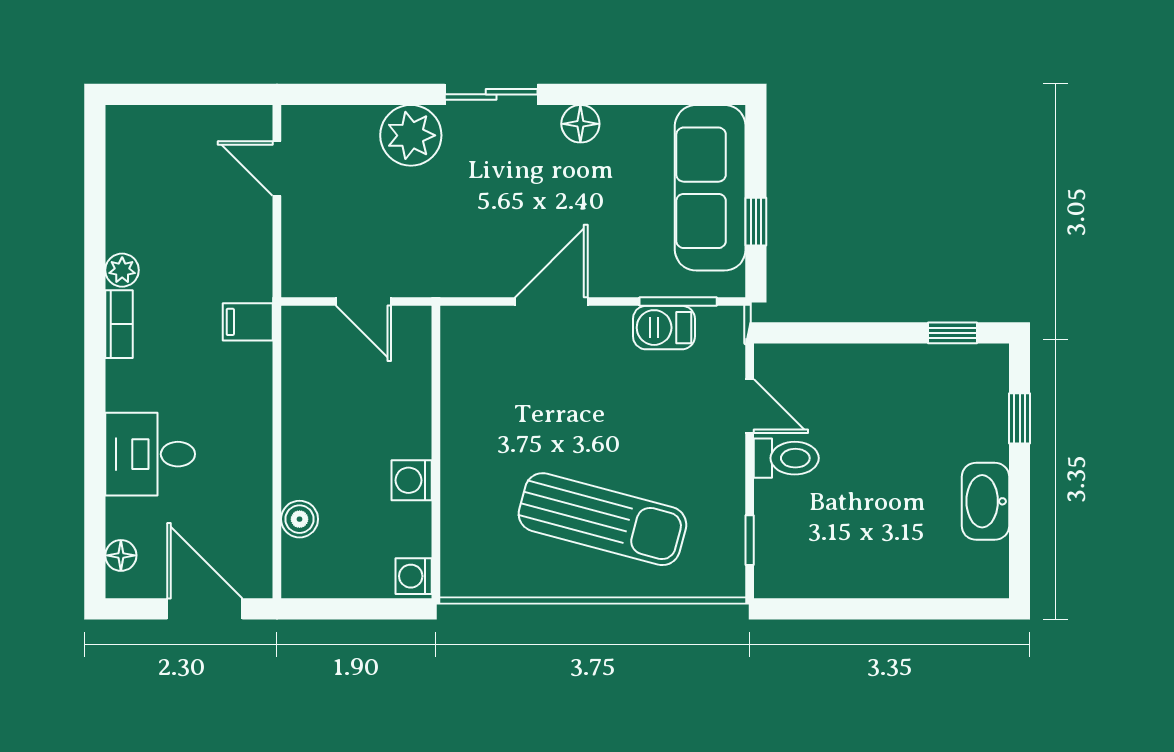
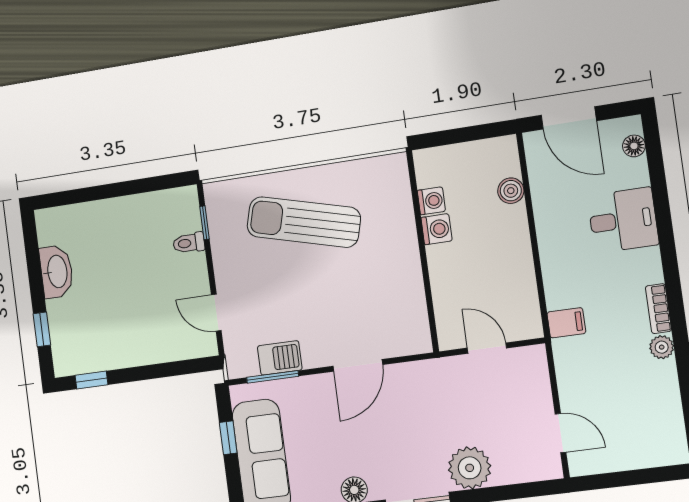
toilet: (786, 458) -> (189, 243), moved, width x0.73, depth x0.72
washing machine: (414, 576) -> (431, 201), moved

